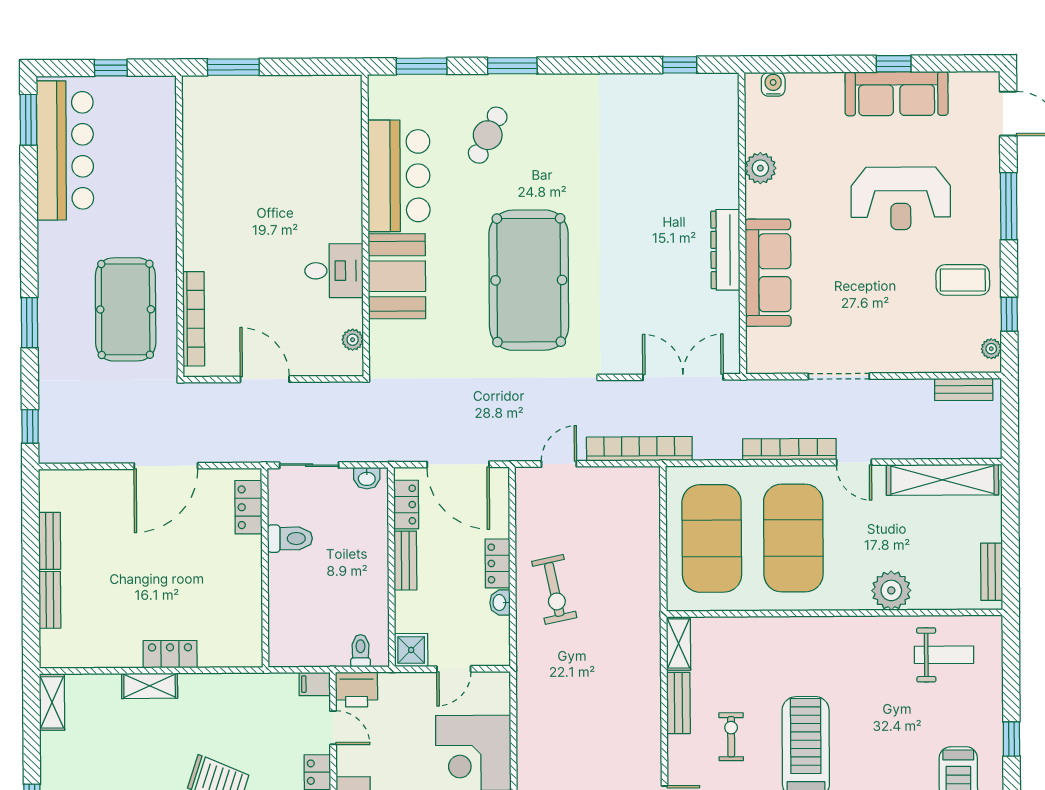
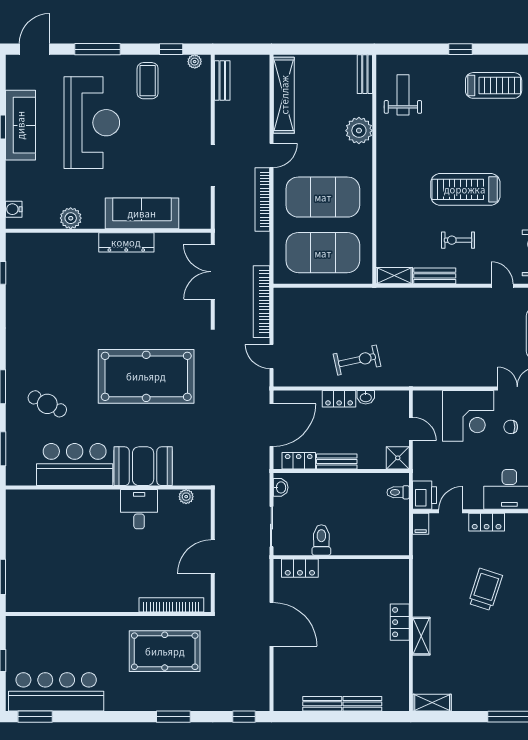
reception desk: (901, 198) -> (92, 123), width x1.36, depth x1.30
bench: (992, 572) -> (365, 74), moved, turned 90

